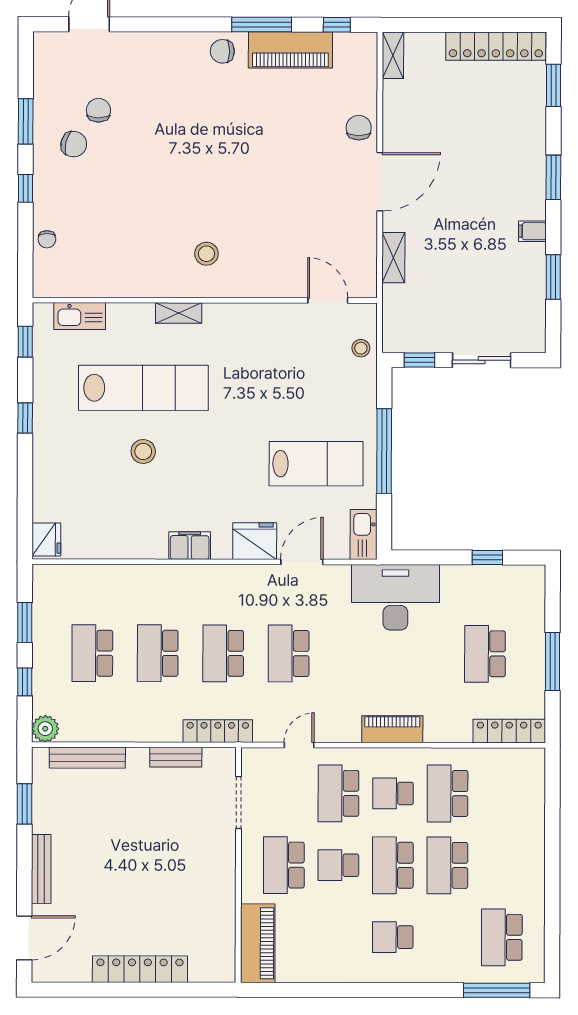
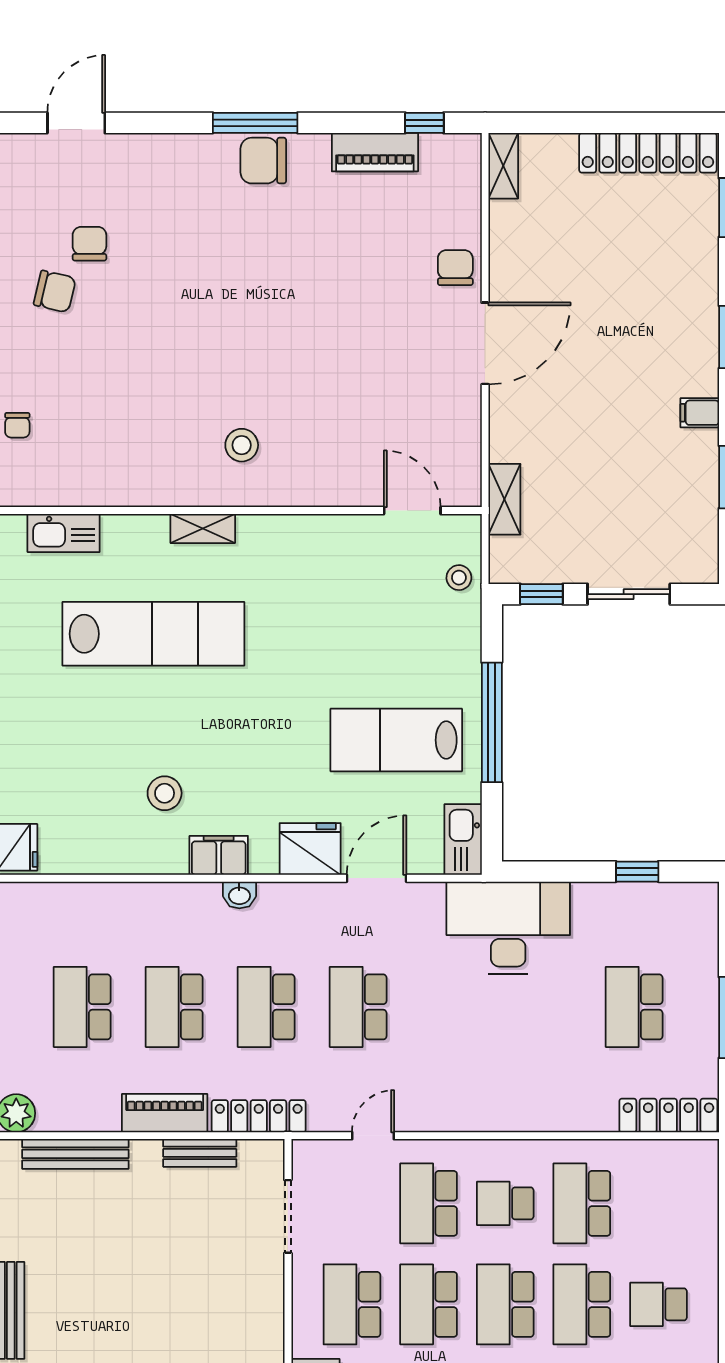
window: (262, 25) -> (255, 123), moved
piano: (290, 50) -> (375, 152), width x0.73, depth x0.75
chair: (222, 51) -> (263, 161), width x1.37, depth x1.37
shelving: (393, 258) -> (504, 499), moved
stool: (143, 451) -> (165, 793), moved
lab bench: (316, 464) -> (396, 740), turned 180
washbasin: (204, 574) -> (239, 895), added
piano: (392, 729) -> (165, 1113), moved
school desk: (338, 865) -> (429, 1304), width x1.85
school desk: (502, 865) -> (658, 1304), added

